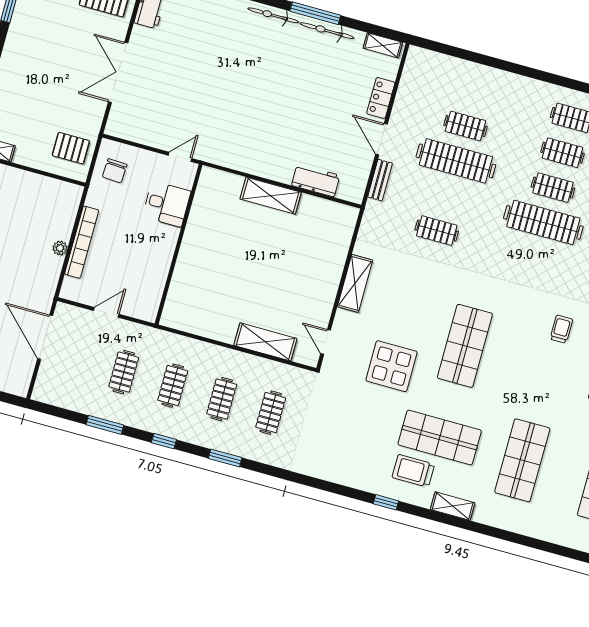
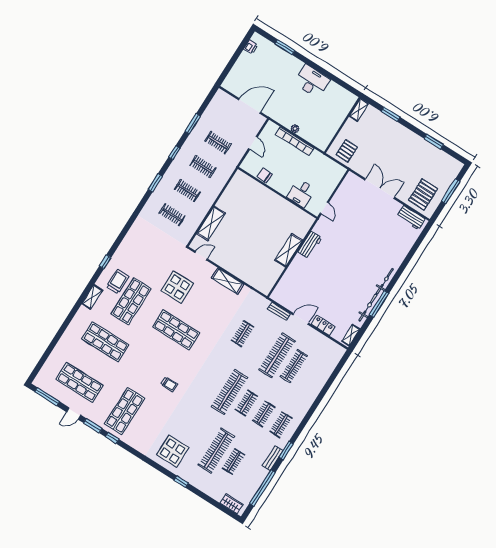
clothes rail: (465, 126) -> (294, 366), width x1.36
chair: (115, 171) -> (265, 175), moved
workbench: (316, 180) -> (310, 245), moved

